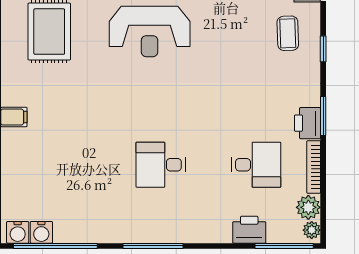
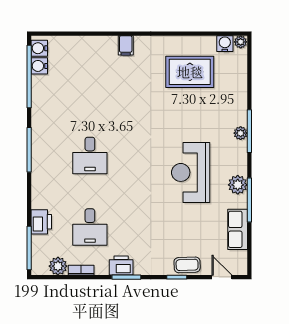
reception desk: (150, 32) -> (191, 172), moved
coffee table: (288, 33) -> (187, 265), moved
desk: (161, 165) -> (90, 155), turned 180
bookcase: (314, 167) -> (81, 270), width x0.64
plant: (312, 230) -> (41, 269), removed

